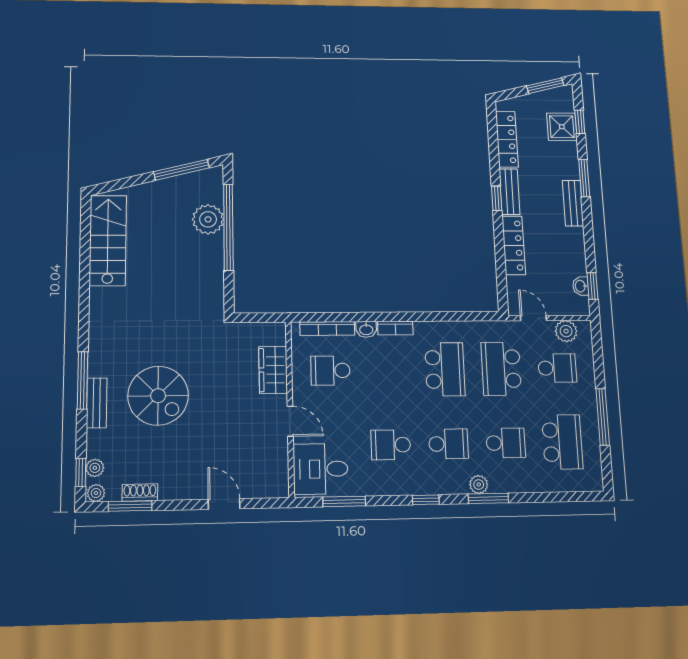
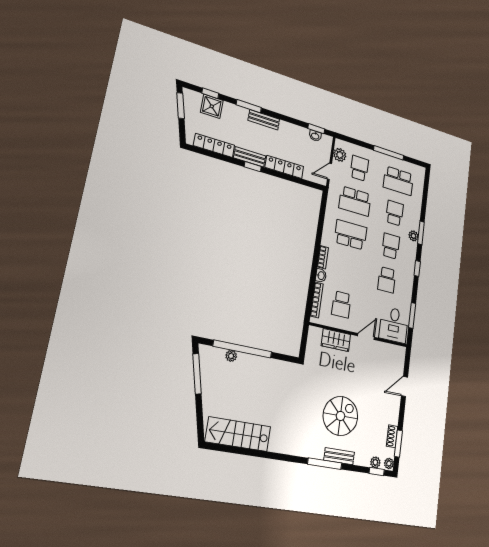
plant: (208, 219) -> (231, 356), width x0.53, depth x0.53
school desk: (562, 442) -> (398, 181), turned 180

